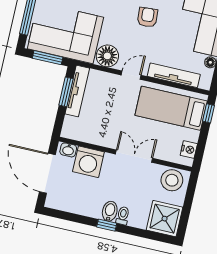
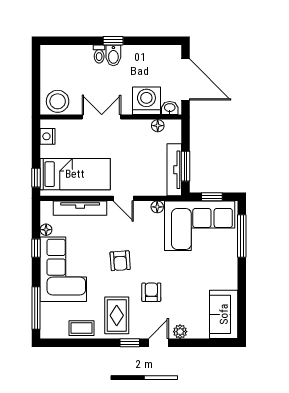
floor lamp: (107, 56) -> (157, 207), width x0.53, depth x0.53
window: (48, 58) -> (212, 197), width x0.67
door: (131, 75) -> (123, 198), hinge flipped
floor lamp: (83, 136) -> (158, 126), added
double door: (134, 156) -> (102, 117), swing flipped
shower: (165, 219) -> (56, 61), removed

